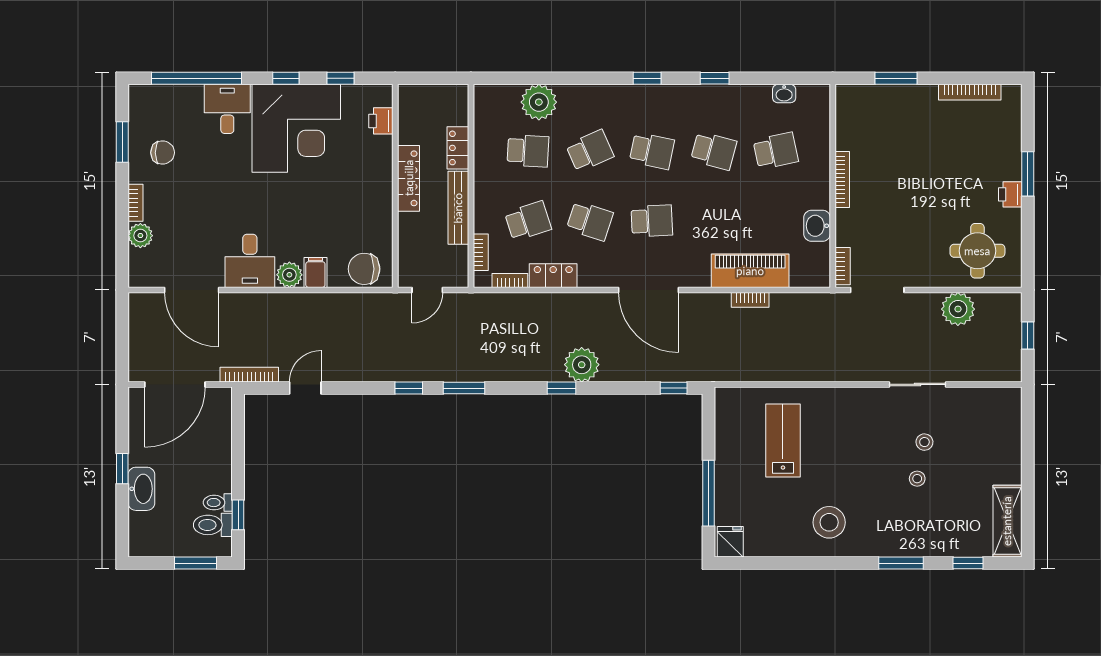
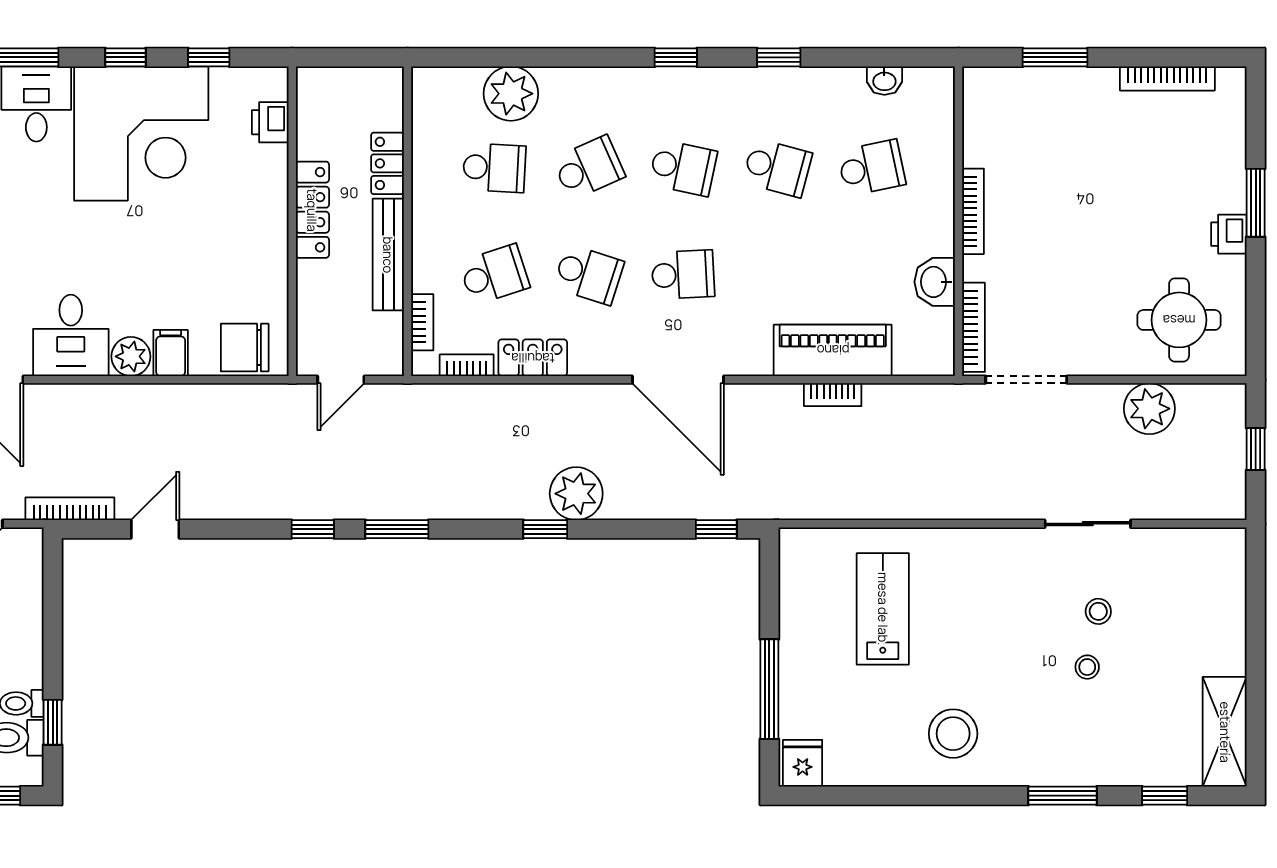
bookcase: (843, 266) -> (974, 327), width x1.56

